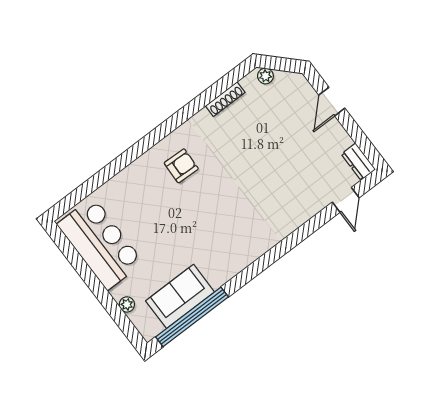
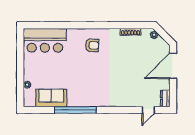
door: (332, 102) -> (173, 66), width x1.88
bar counter: (100, 243) -> (45, 40), moved, turned 90
window: (192, 317) -> (75, 110), moved

